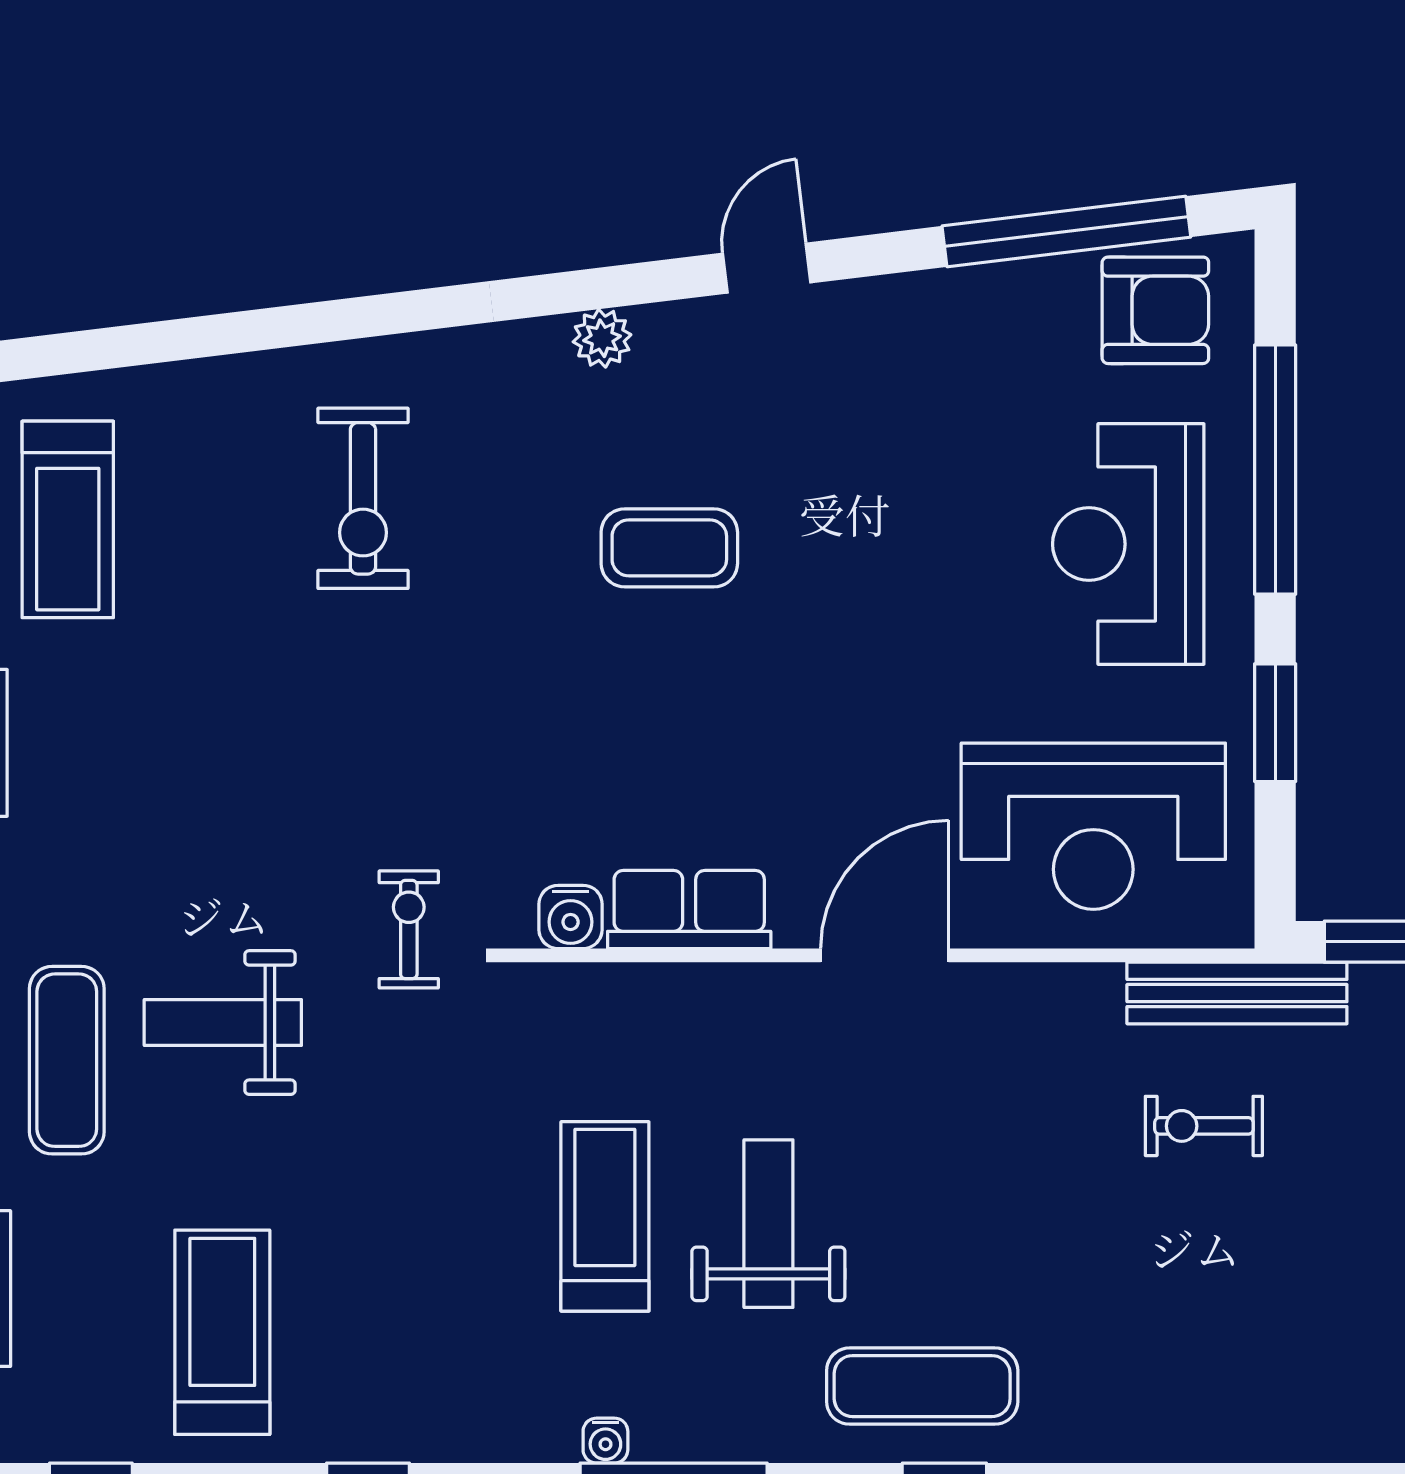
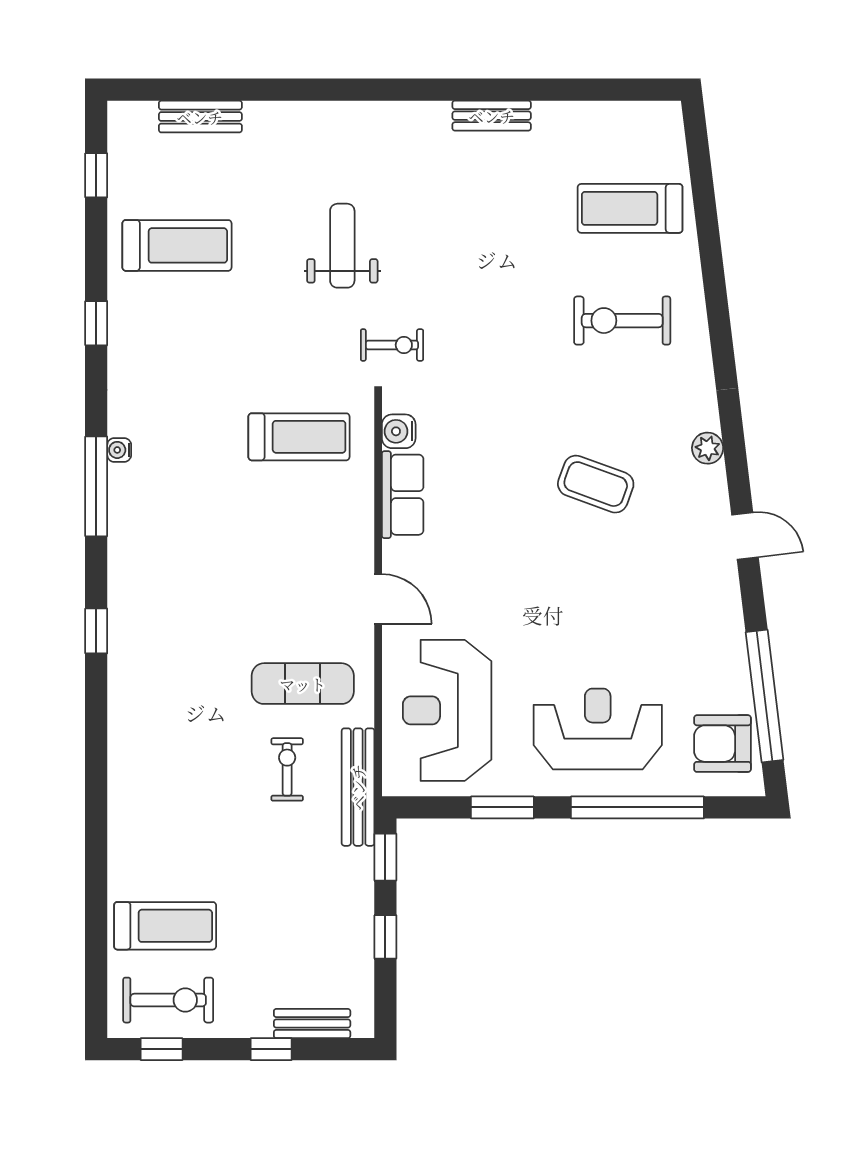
armchair: (1155, 310) -> (722, 744), turned 90
treadmill: (68, 519) -> (630, 208), moved
coffee table: (669, 548) -> (596, 484), turned -70
door: (885, 955) -> (378, 599), width x0.73
exercise mat: (67, 1060) -> (322, 162), removed
treadmill: (605, 1216) -> (299, 437), moved
weight bench: (768, 1224) -> (235, 537), removed
exercise mat: (922, 1386) -> (303, 684), moved, turned 90

